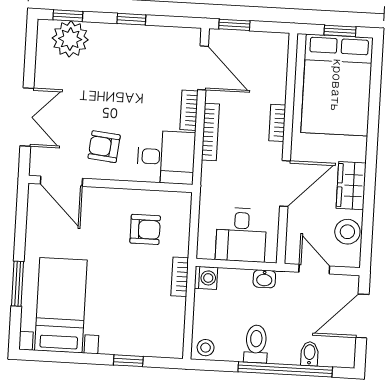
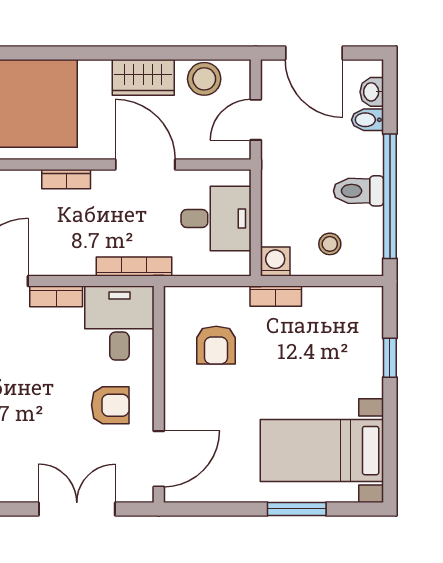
bookcase: (210, 132) -> (134, 266), moved
armchair: (104, 147) -> (110, 405), turned -96
armchair: (145, 229) -> (216, 345), turned 180
washbasin: (264, 279) -> (372, 92), moved, turned 180
stool: (206, 348) -> (330, 244), moved
window: (285, 369) -> (390, 196), moved

